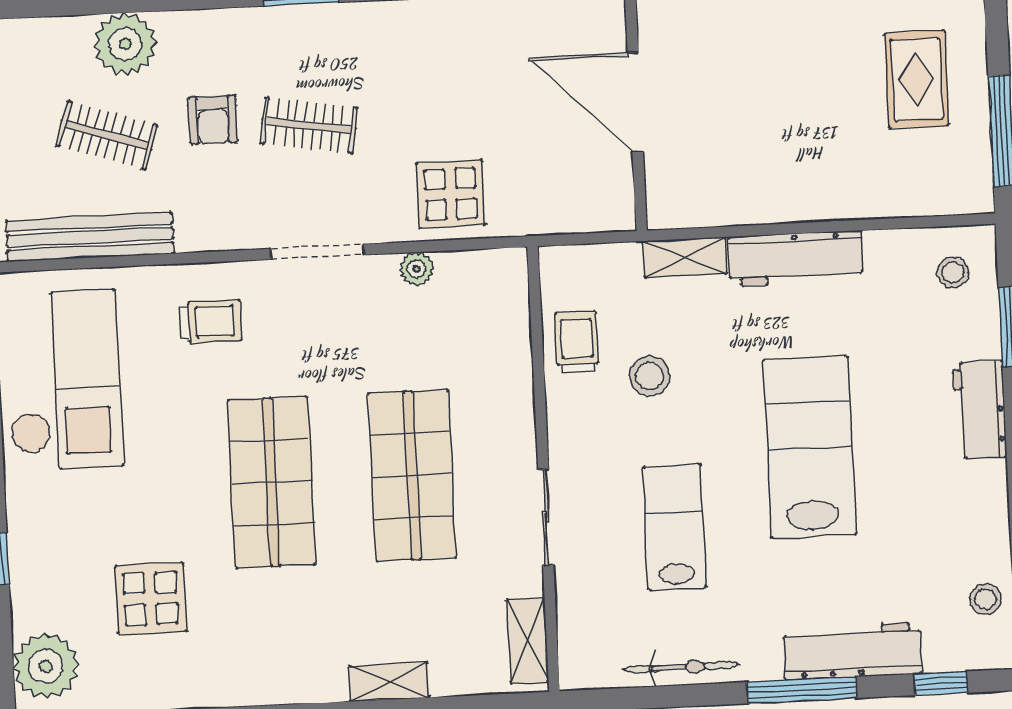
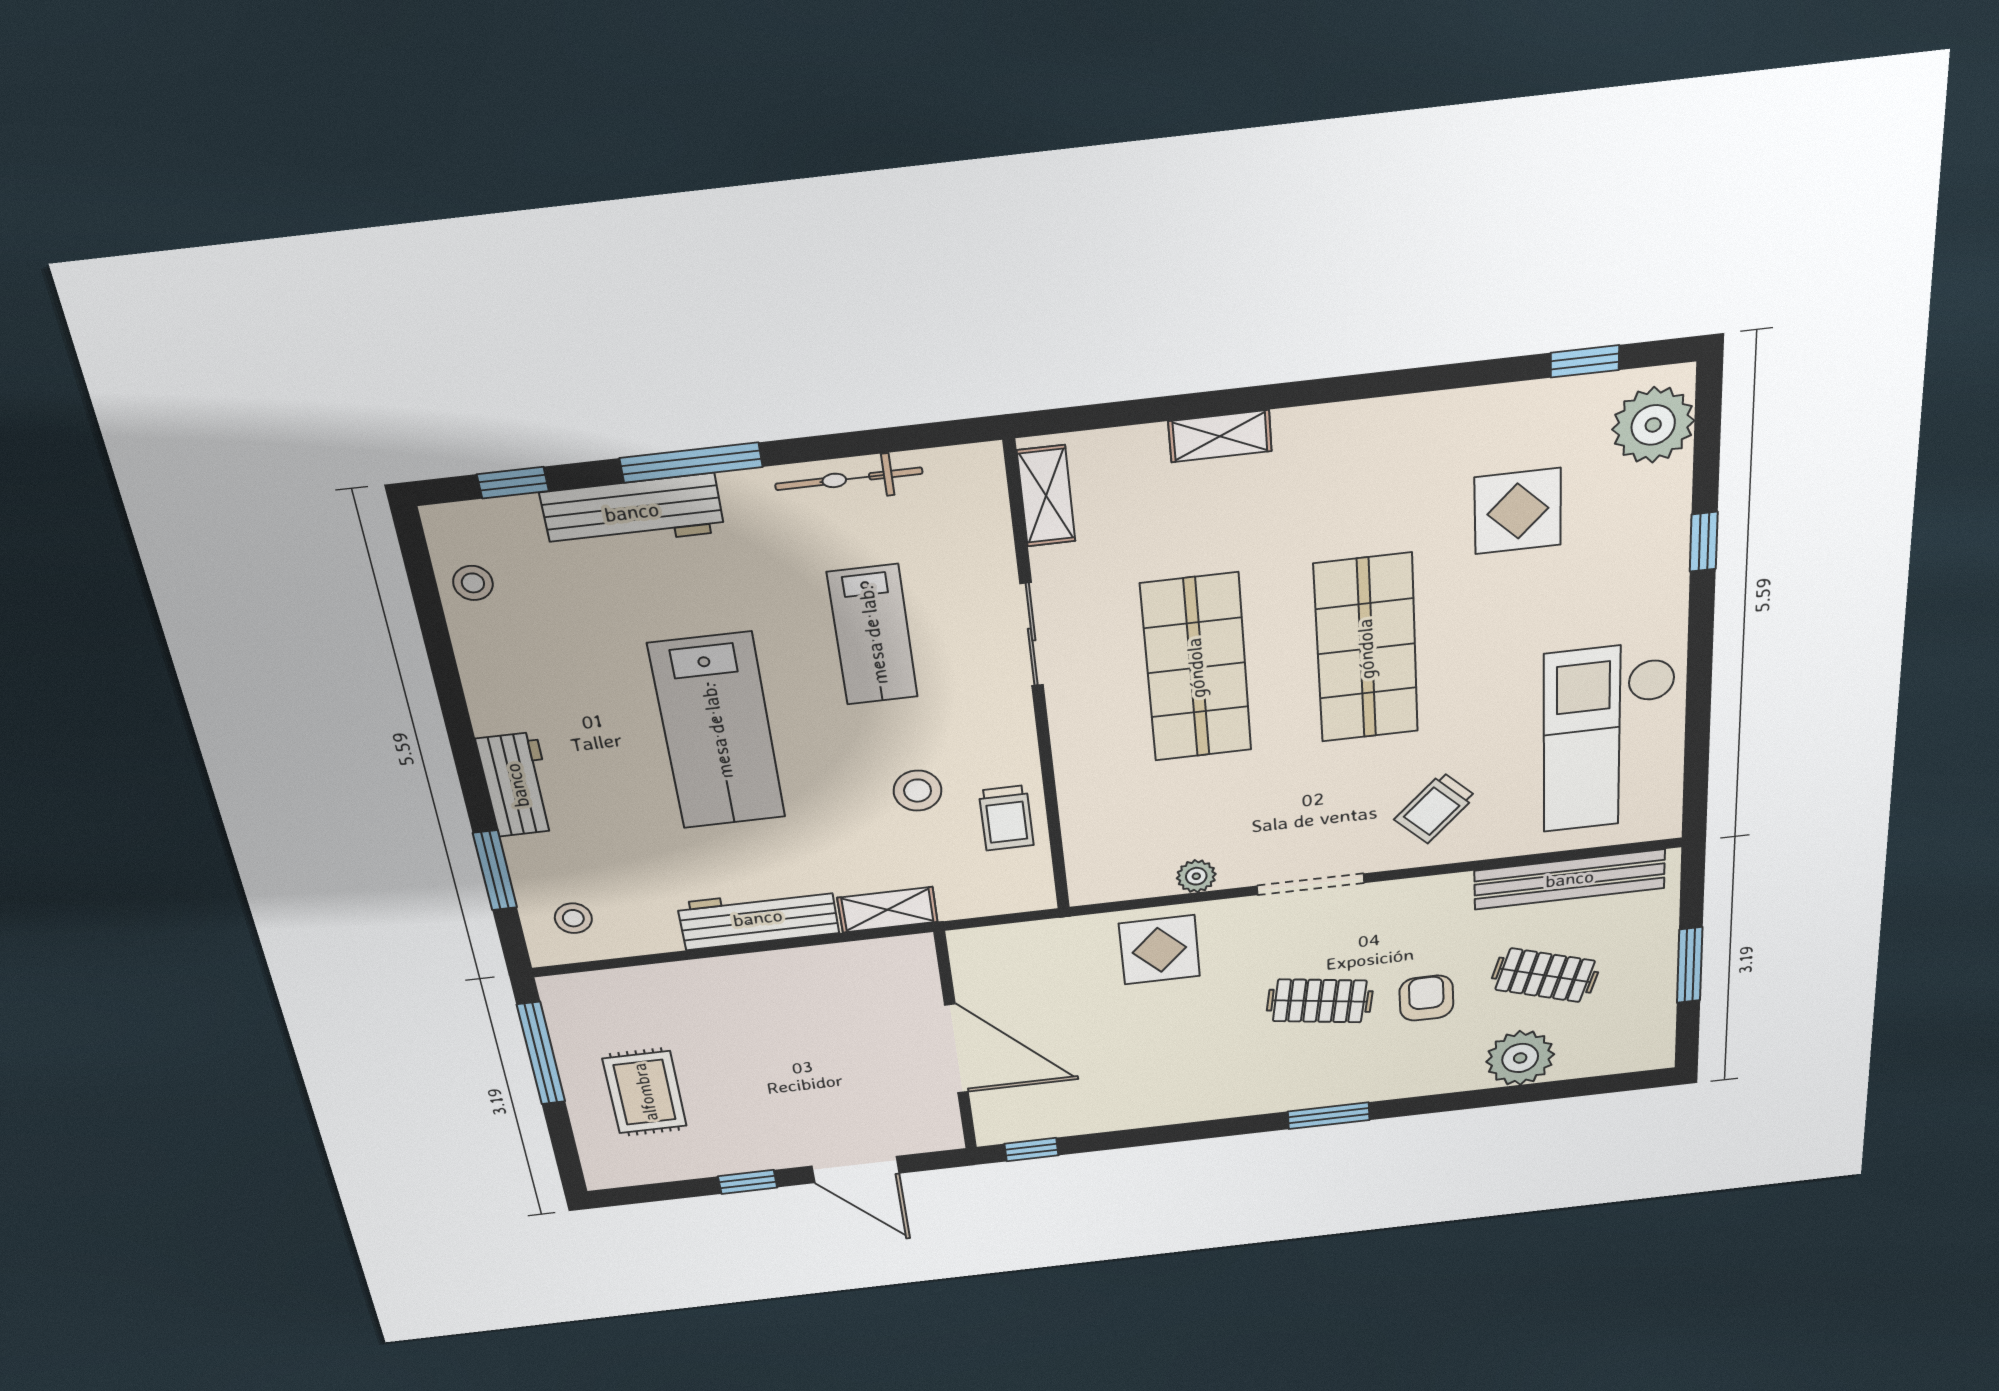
trolley: (210, 321) -> (1435, 808), turned -45

